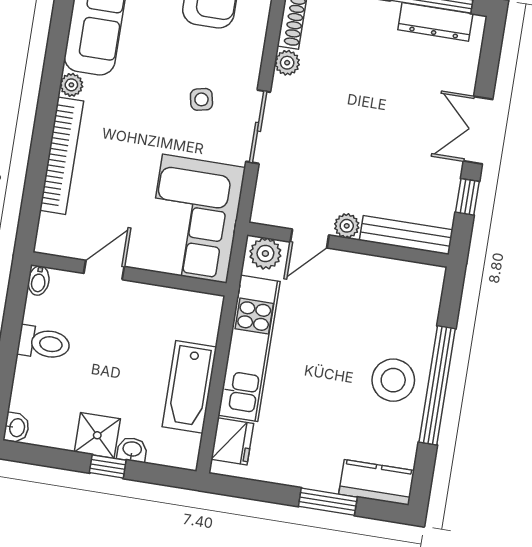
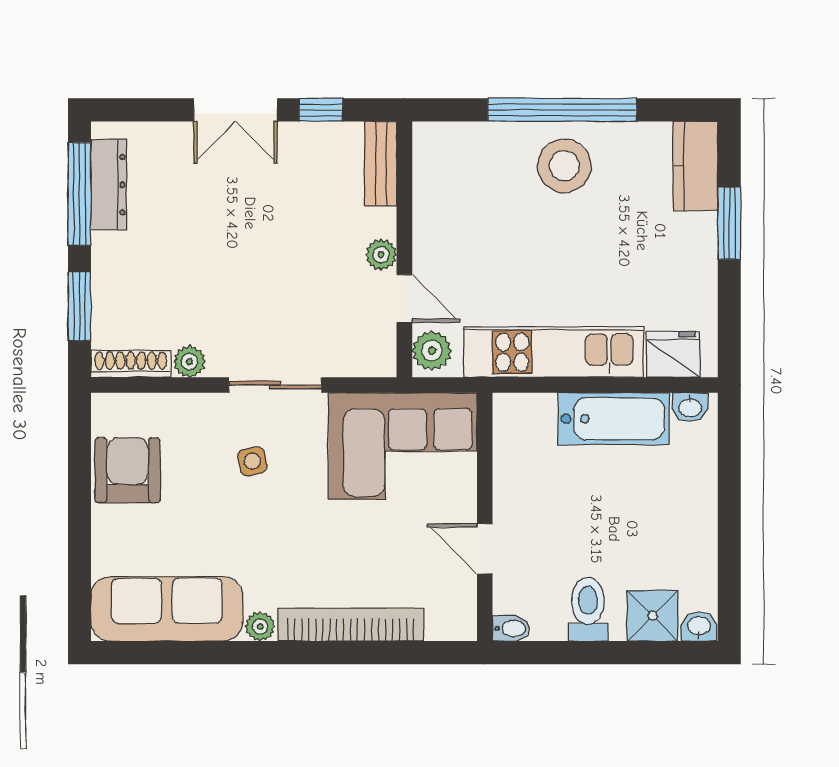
bench: (406, 235) -> (381, 163), width x0.73
shower: (97, 435) -> (653, 616), moved
washbasin: (132, 450) -> (690, 407), moved, turned -90
window: (108, 466) -> (729, 505), removed

